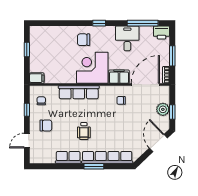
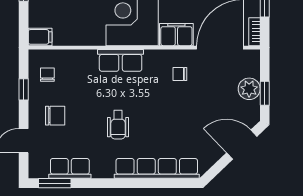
row of seats: (79, 92) -> (121, 60), width x0.68
door: (158, 143) -> (242, 145), hinge flipped
row of seats: (68, 157) -> (70, 168), moved
window: (94, 166) -> (55, 183), moved

